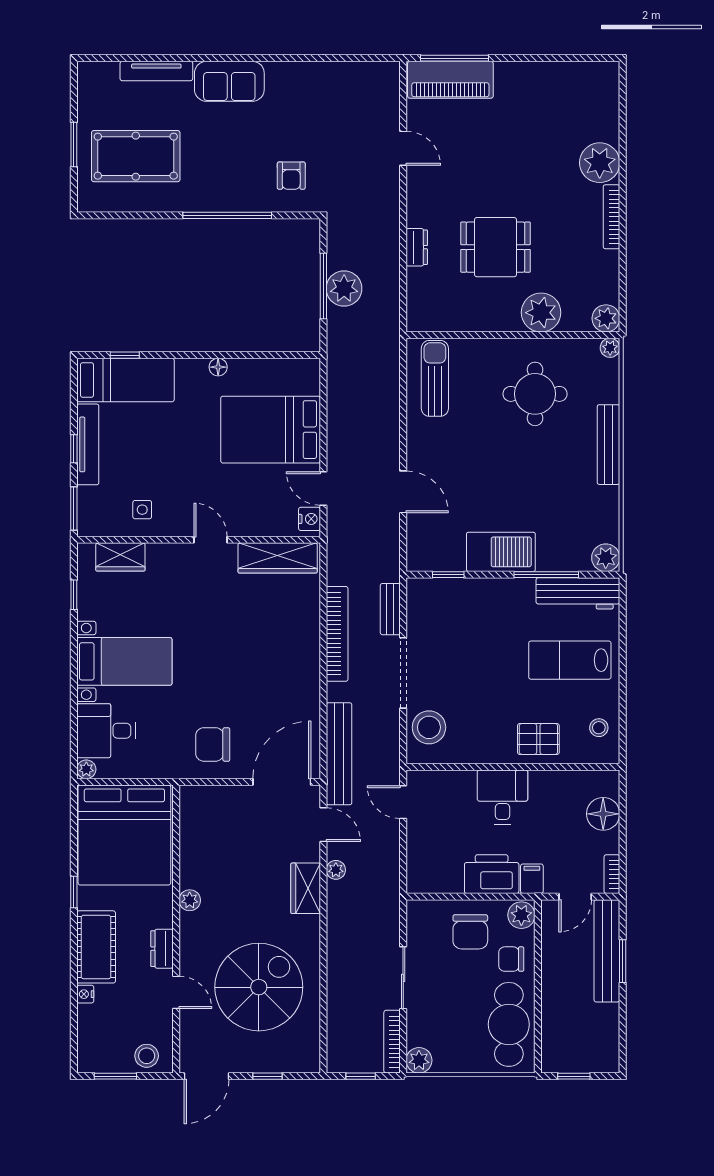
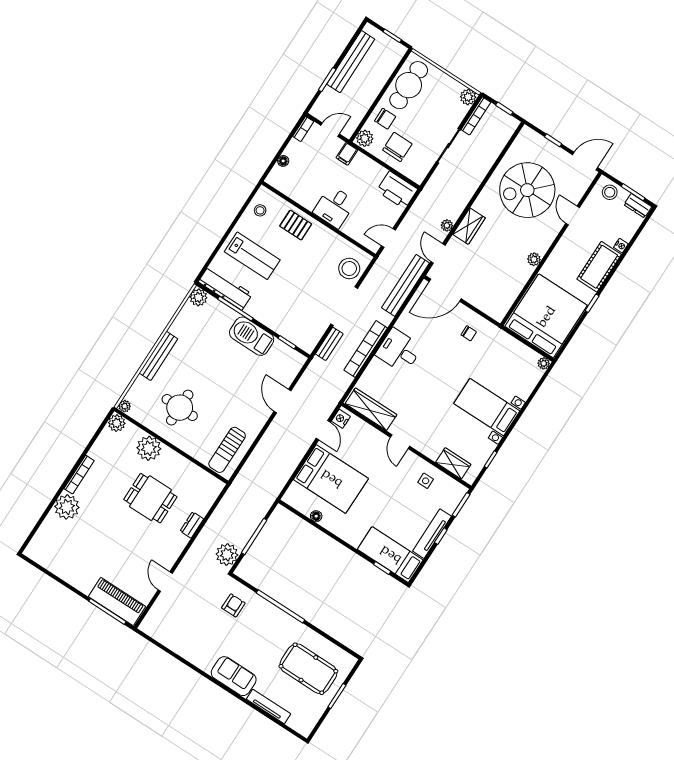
plant: (344, 288) -> (227, 555), moved
floor lamp: (218, 367) -> (316, 516), moved
desk: (106, 731) -> (399, 351), moved, turned 180
chair: (213, 744) -> (469, 333), width x0.54, depth x0.54
door: (403, 802) -> (388, 238), swing flipped
floor lamp: (603, 814) -> (283, 161), width x0.53, depth x0.53
printer: (492, 874) -> (397, 190), moved
dresser: (162, 949) -> (638, 206), moved, turned 90
bench: (607, 951) -> (351, 62), moved

